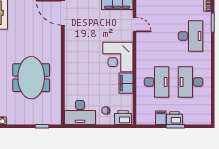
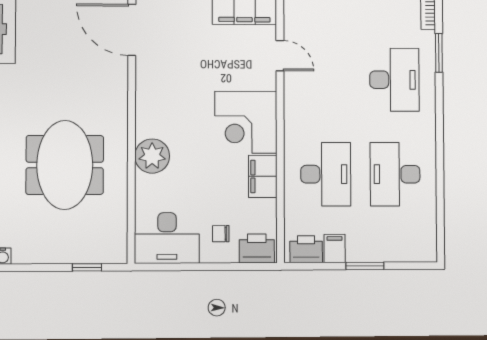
plant: (73, 73) -> (152, 156), added
printer: (175, 118) -> (306, 249), moved

